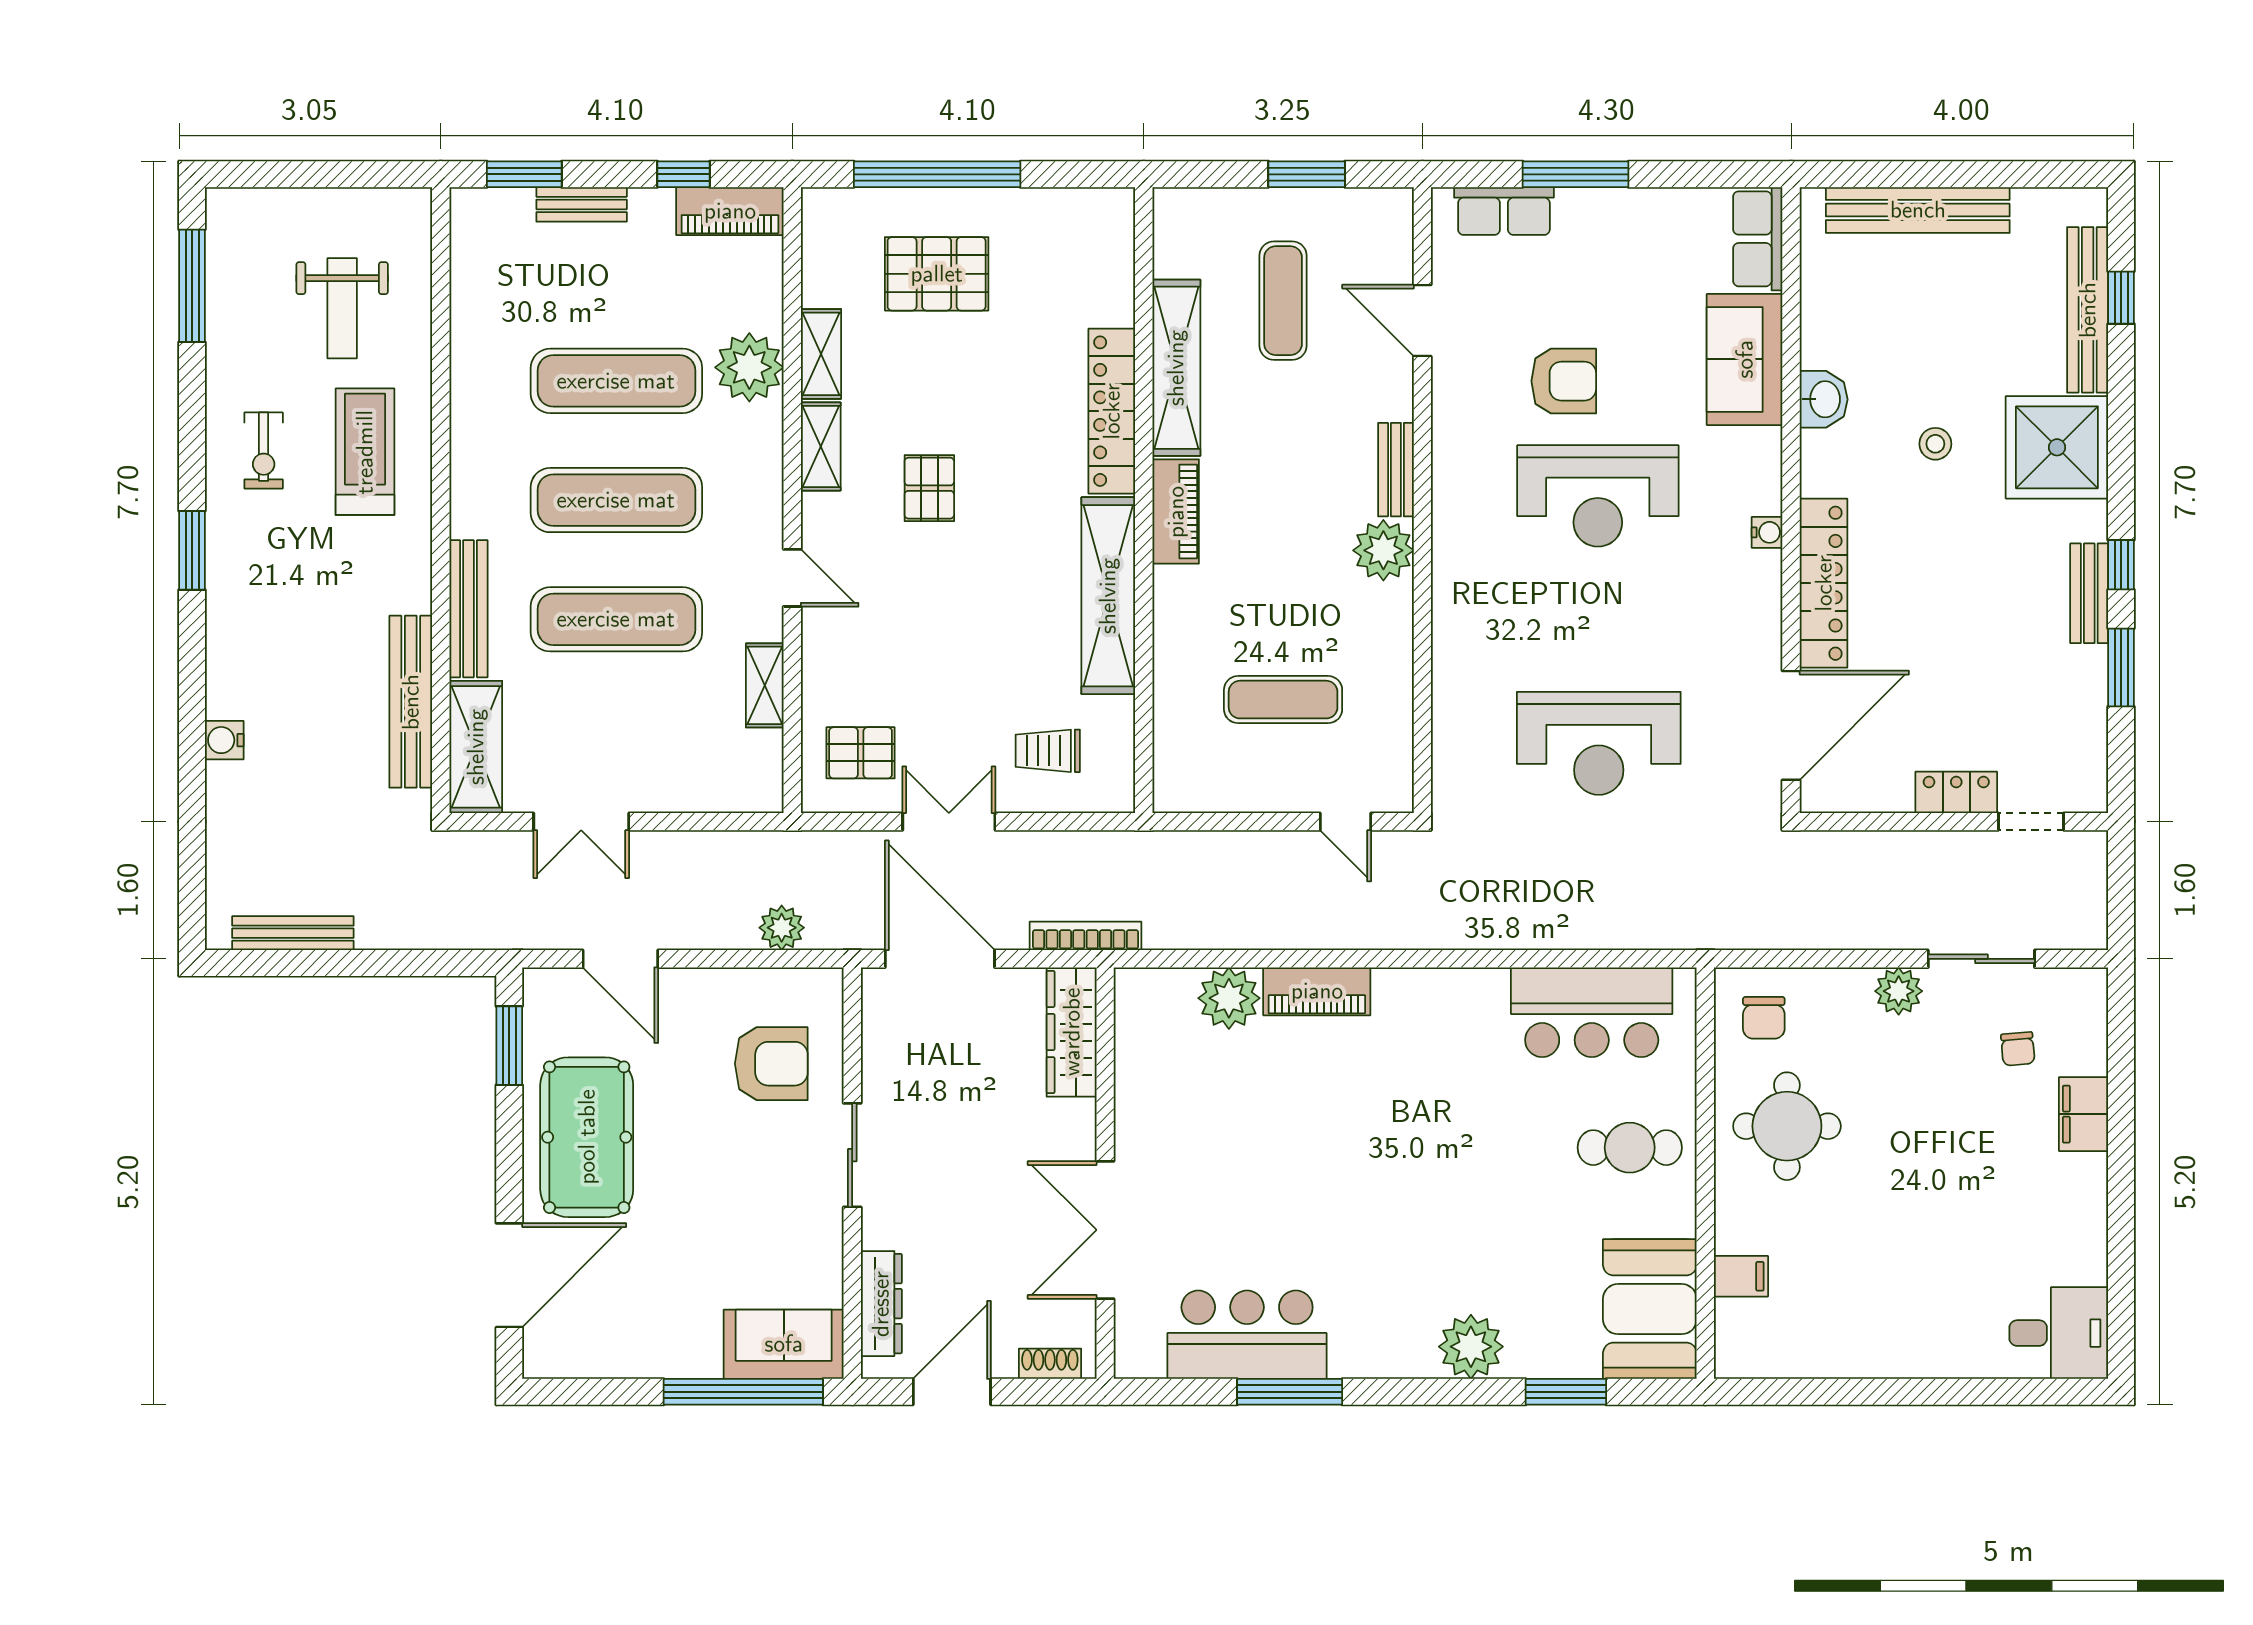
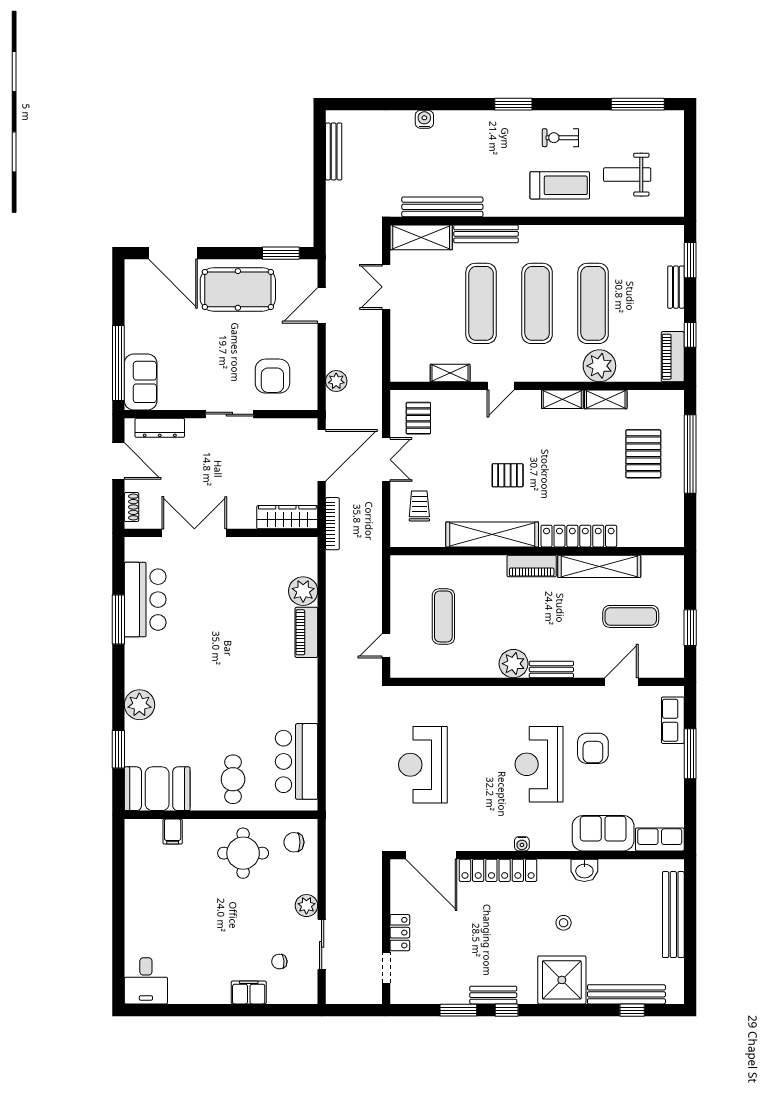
pallet: (929, 488) -> (508, 475), moved

